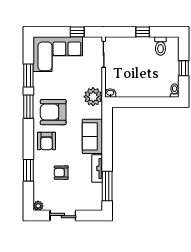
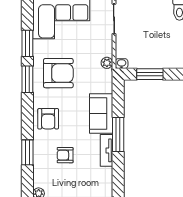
plant: (93, 97) -> (107, 63), width x0.53, depth x0.53
window: (135, 102) -> (150, 74), added
armchair: (53, 112) -> (58, 73), moved, turned 180
window: (107, 186) -> (118, 135), moved

